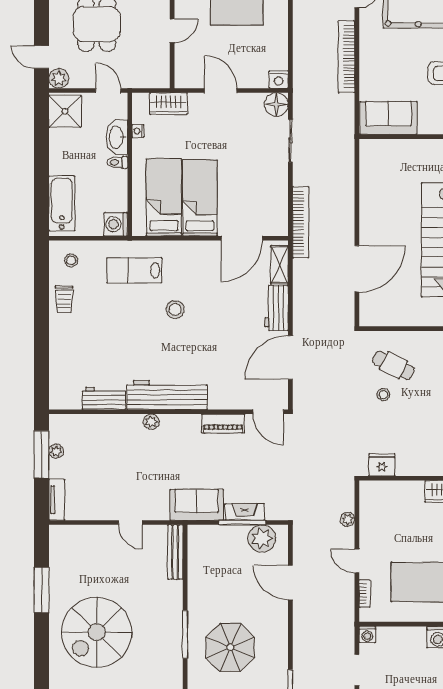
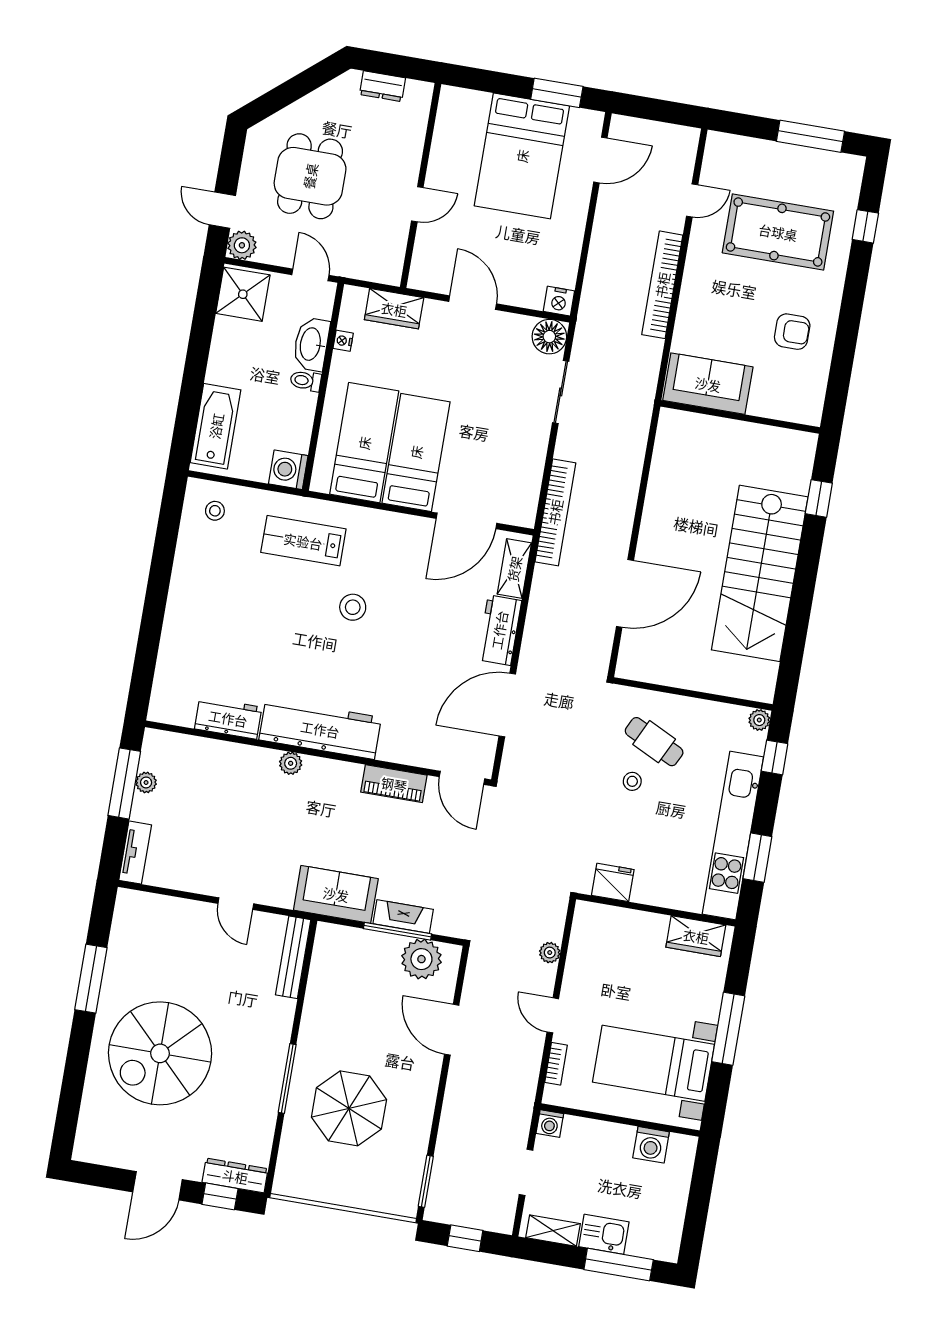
trolley: (64, 299) -> (195, 565), removed

